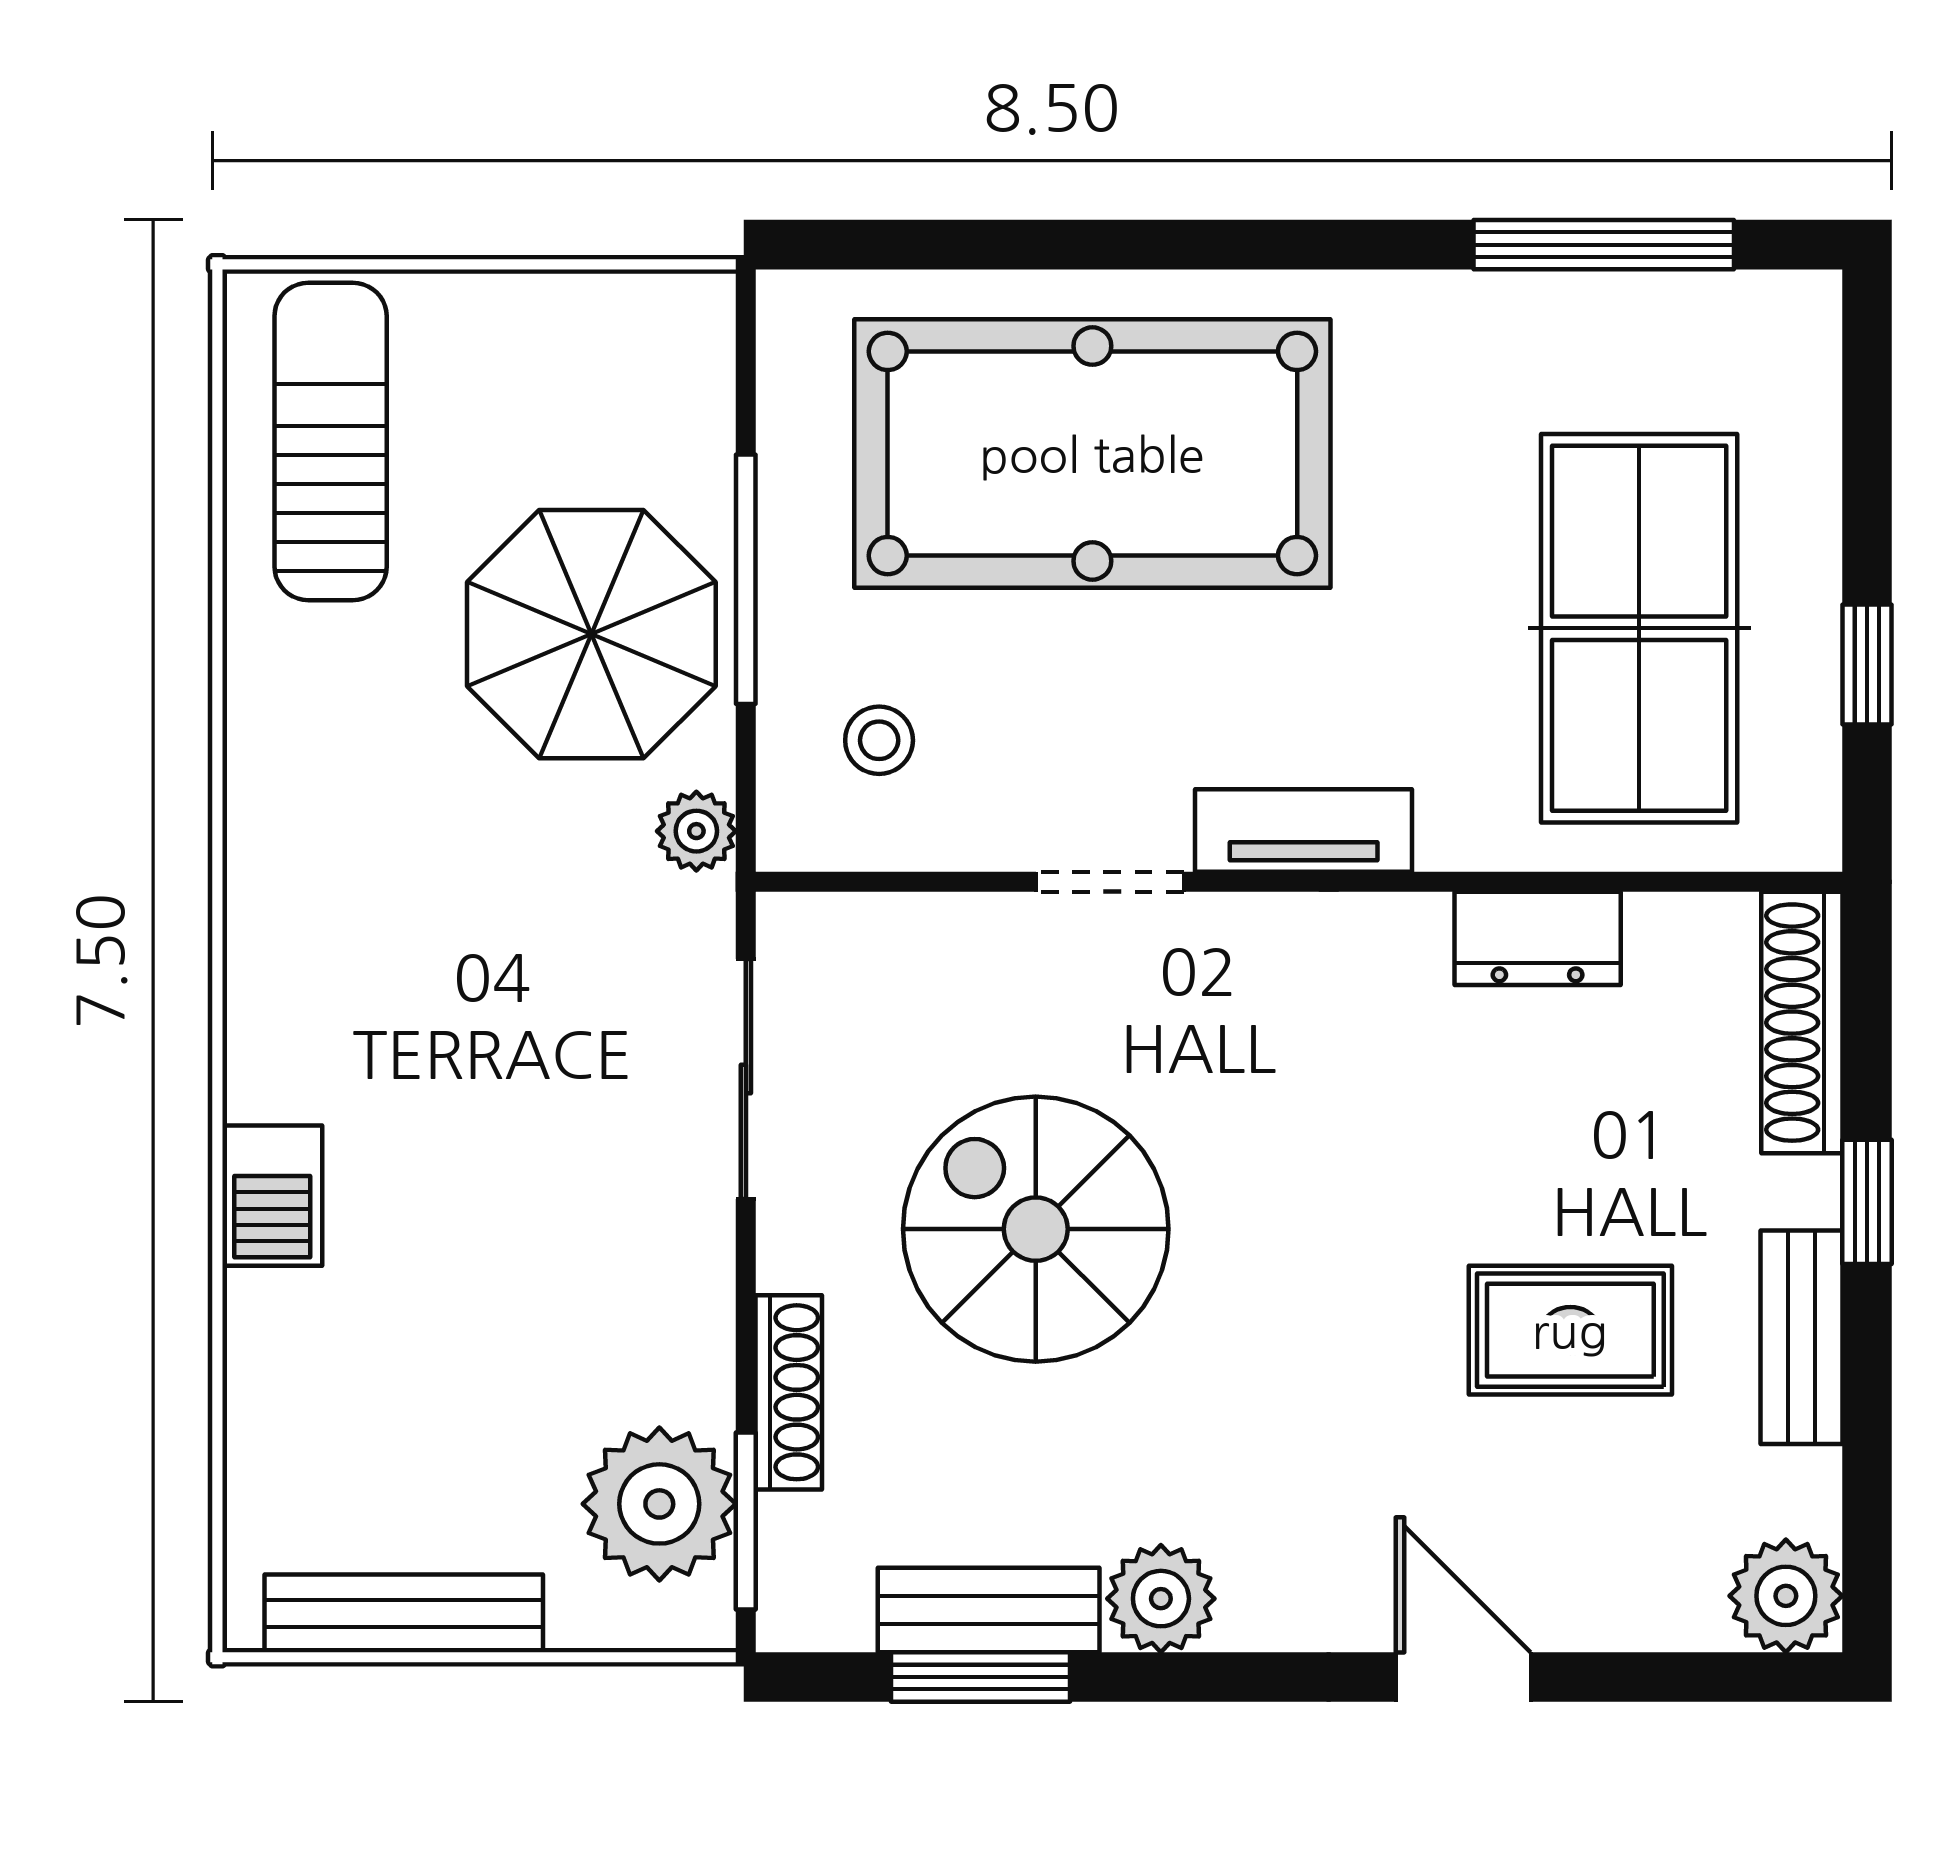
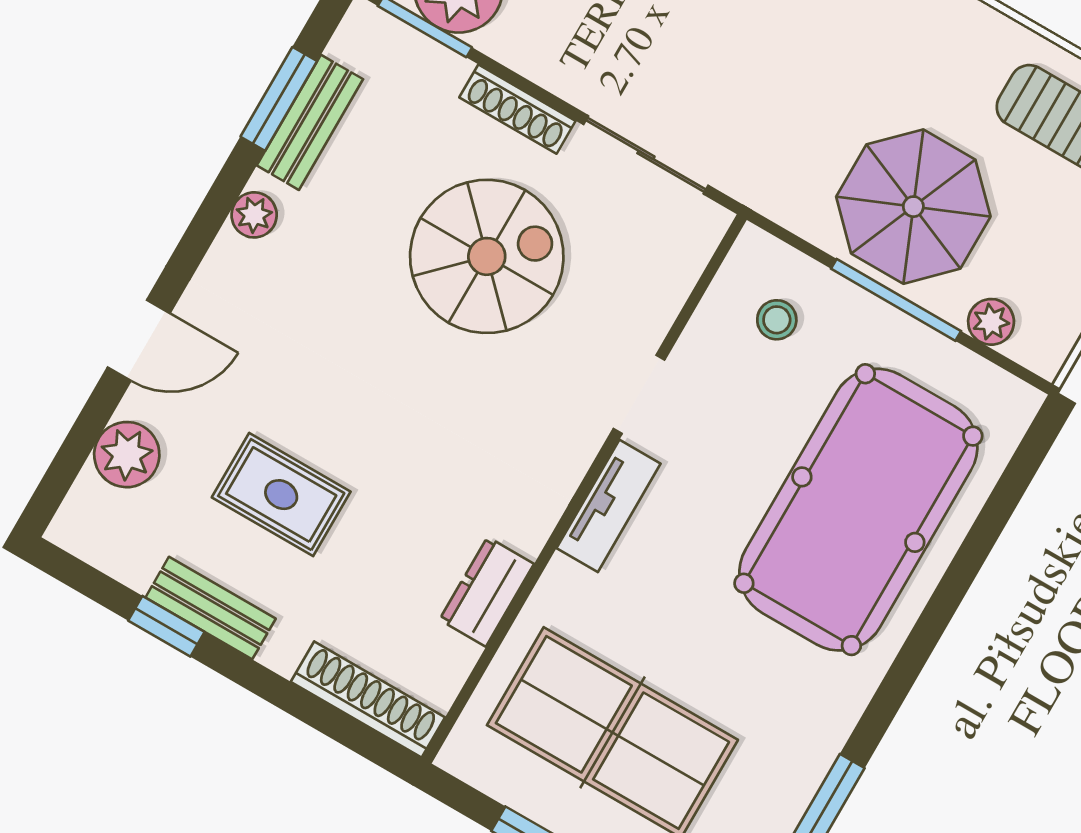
plant: (696, 831) -> (991, 322), moved
window: (1867, 1202) -> (166, 626), moved
rug: (1570, 1330) -> (281, 495), turned 90
shoe rack: (789, 1392) -> (517, 109), moved
plant: (1786, 1596) -> (127, 455), moved
plant: (1161, 1599) -> (254, 215), width x0.73, depth x0.73

